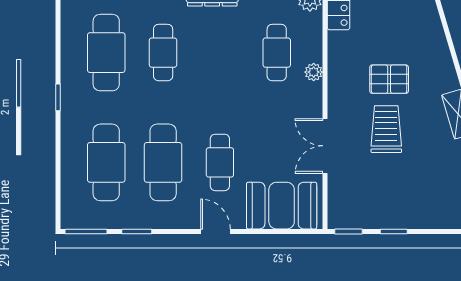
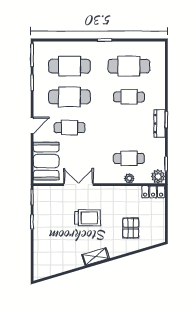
plant: (314, 72) -> (129, 178), moved
pallet: (389, 79) -> (131, 228), moved

